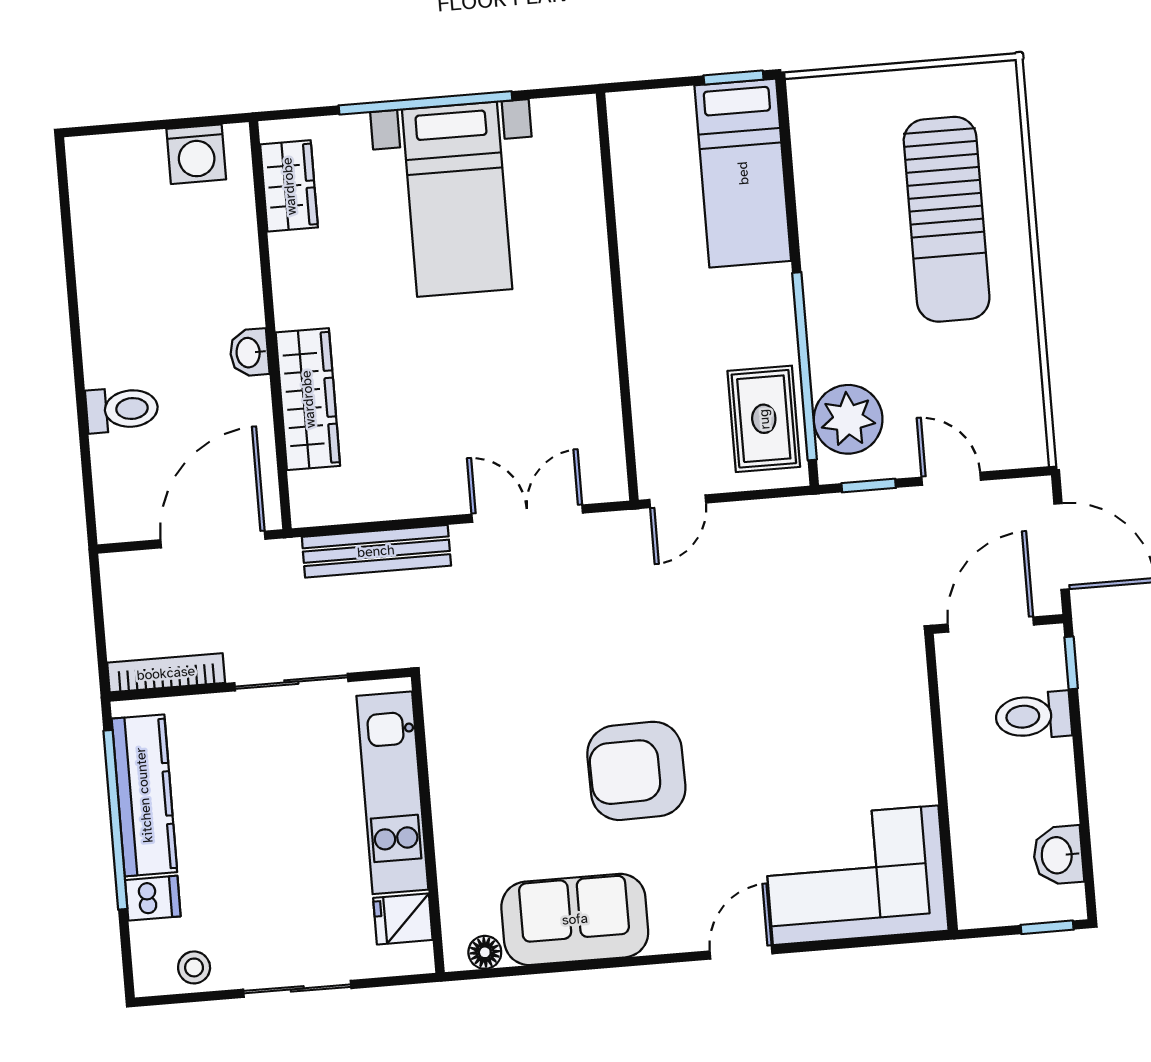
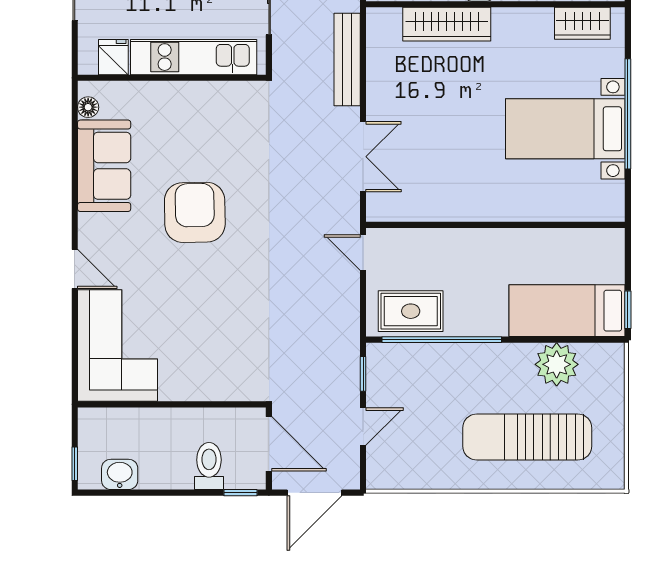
plant: (848, 419) -> (557, 364), moved

